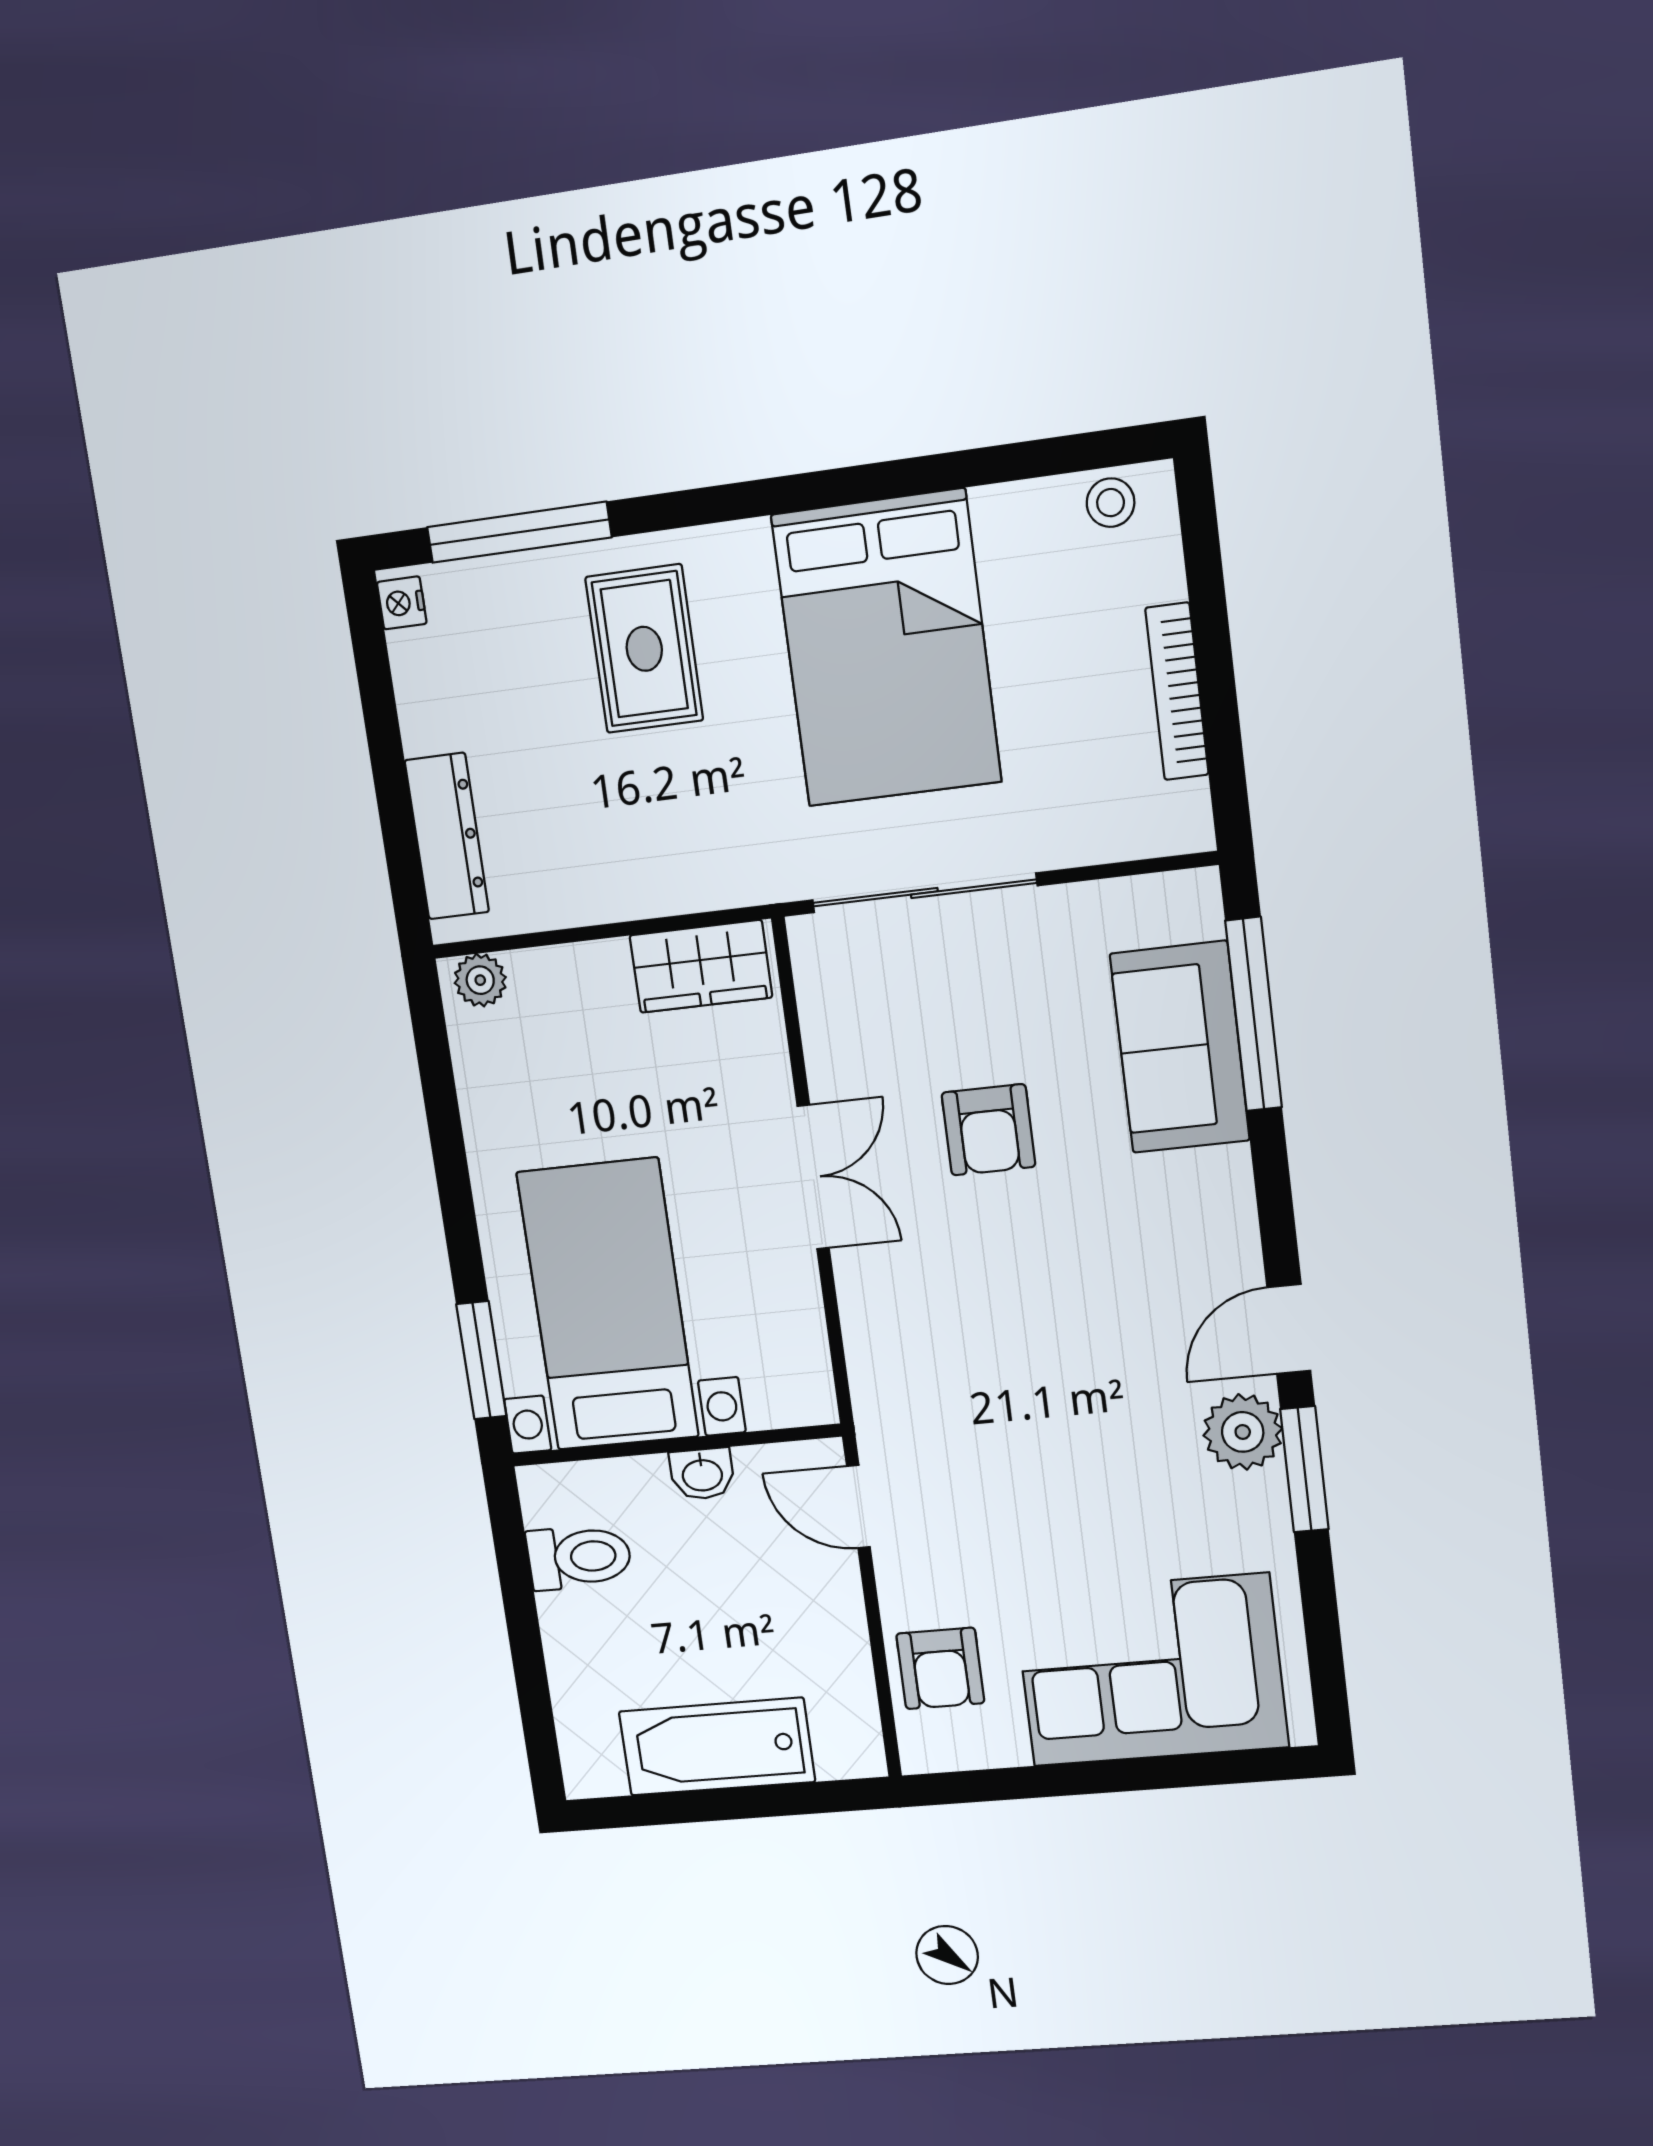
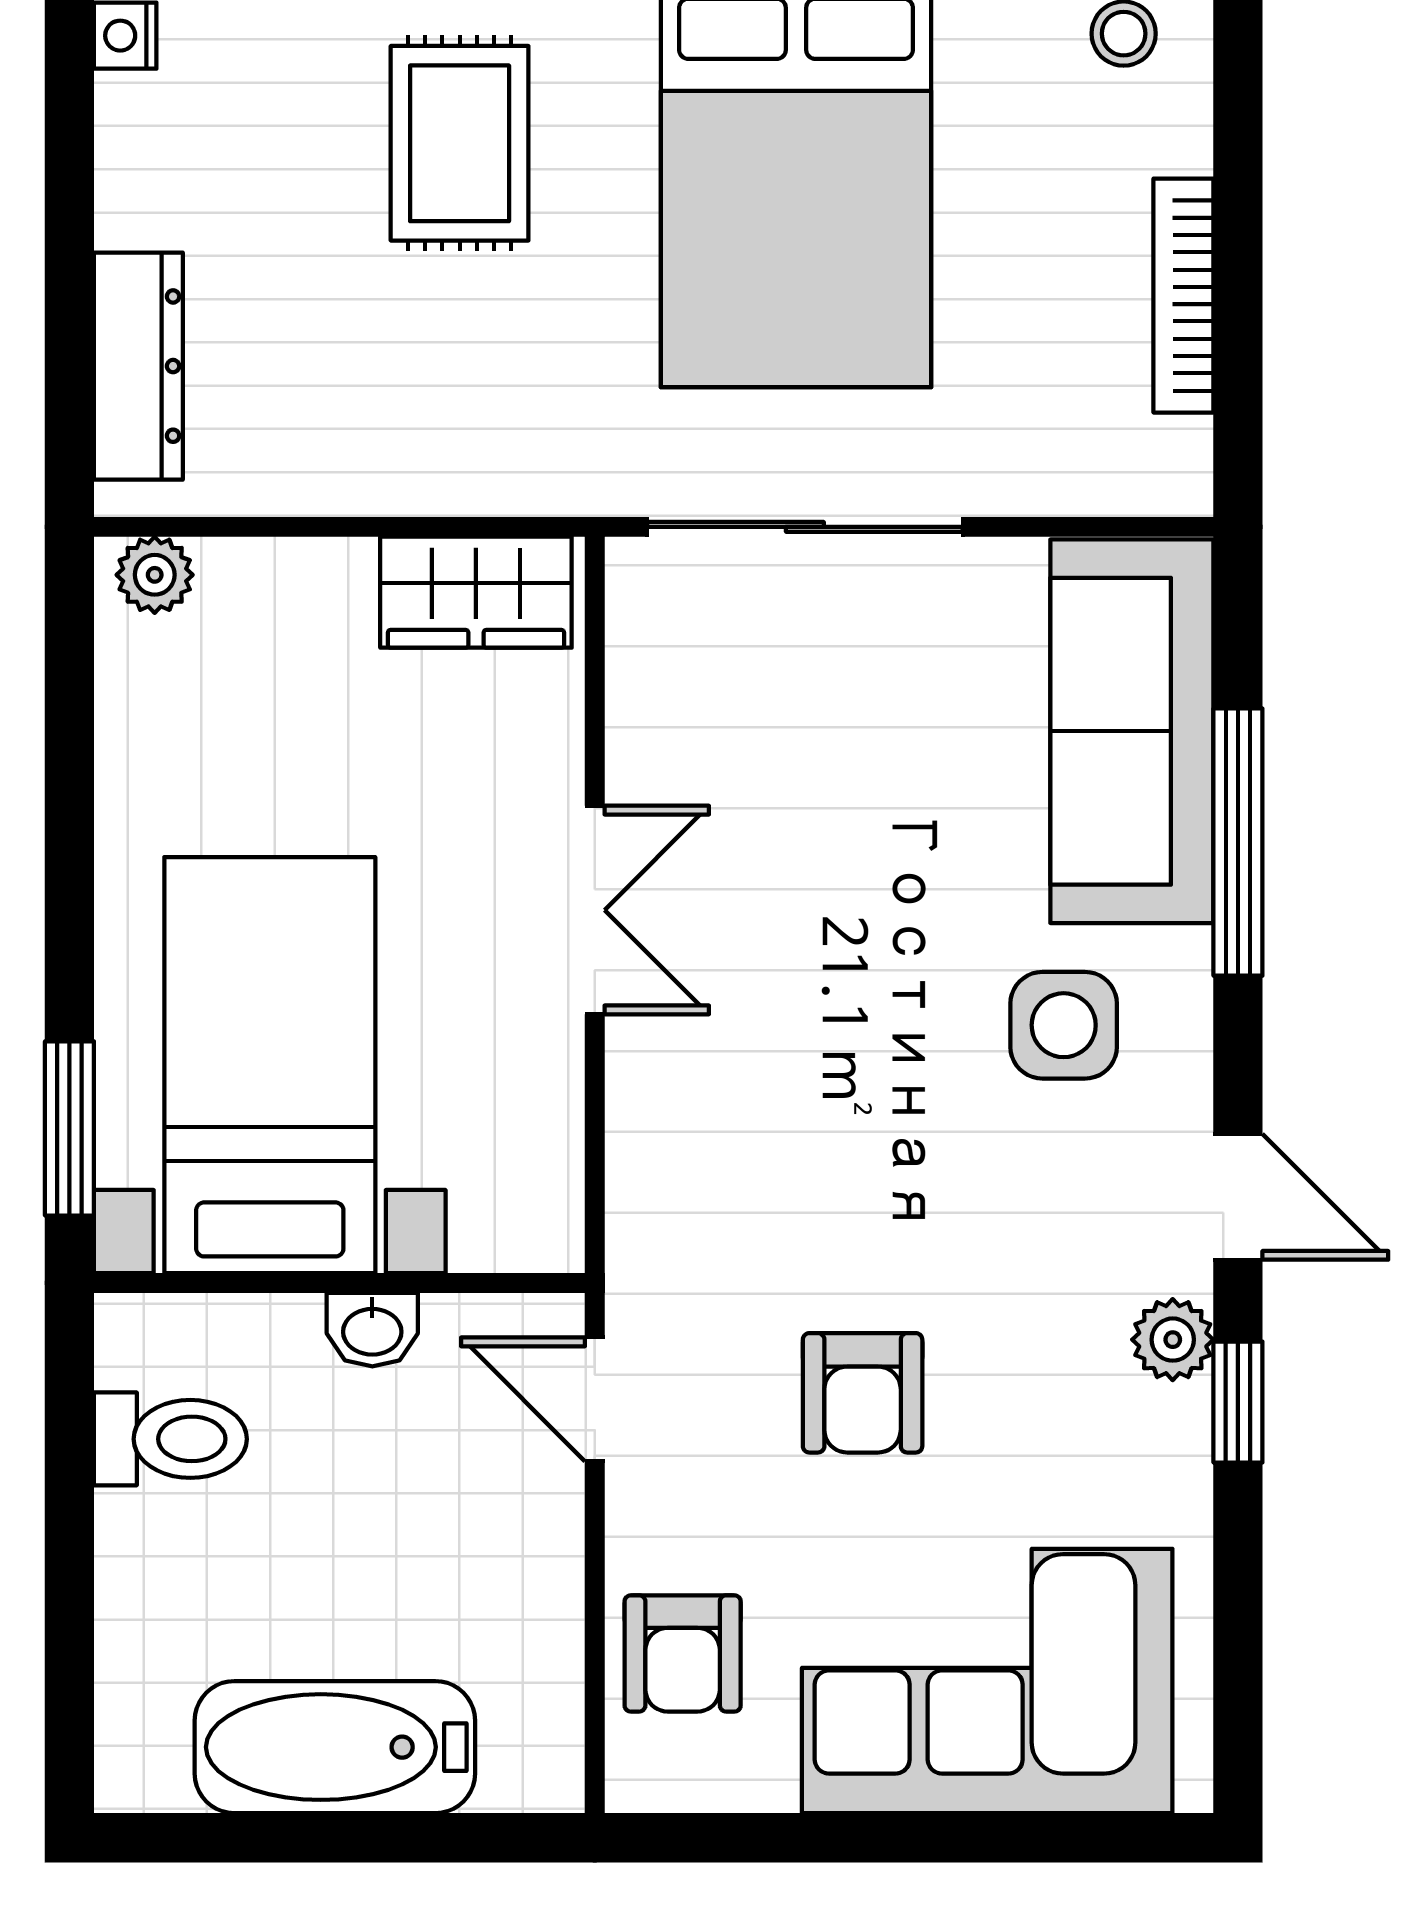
window: (1254, 1014) -> (1238, 842), moved
sofa: (1180, 1047) -> (1132, 731), width x1.36
armchair: (988, 1130) -> (863, 1393), moved
side table: (1151, 1223) -> (1064, 1025), added
door: (1289, 1329) -> (1238, 1197), swing flipped
plant: (1243, 1432) -> (1173, 1340), width x0.73, depth x0.73
window: (1304, 1469) -> (1238, 1402), width x0.67

